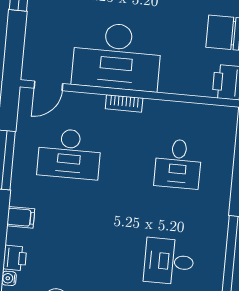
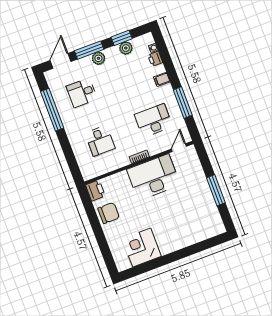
desk: (178, 164) -> (100, 141), turned 180
desk: (169, 261) -> (82, 93), turned 180

